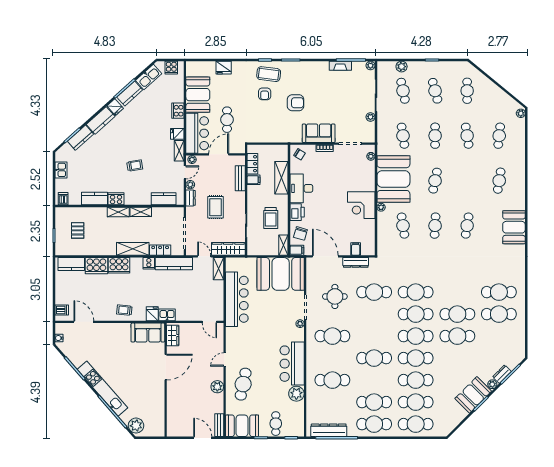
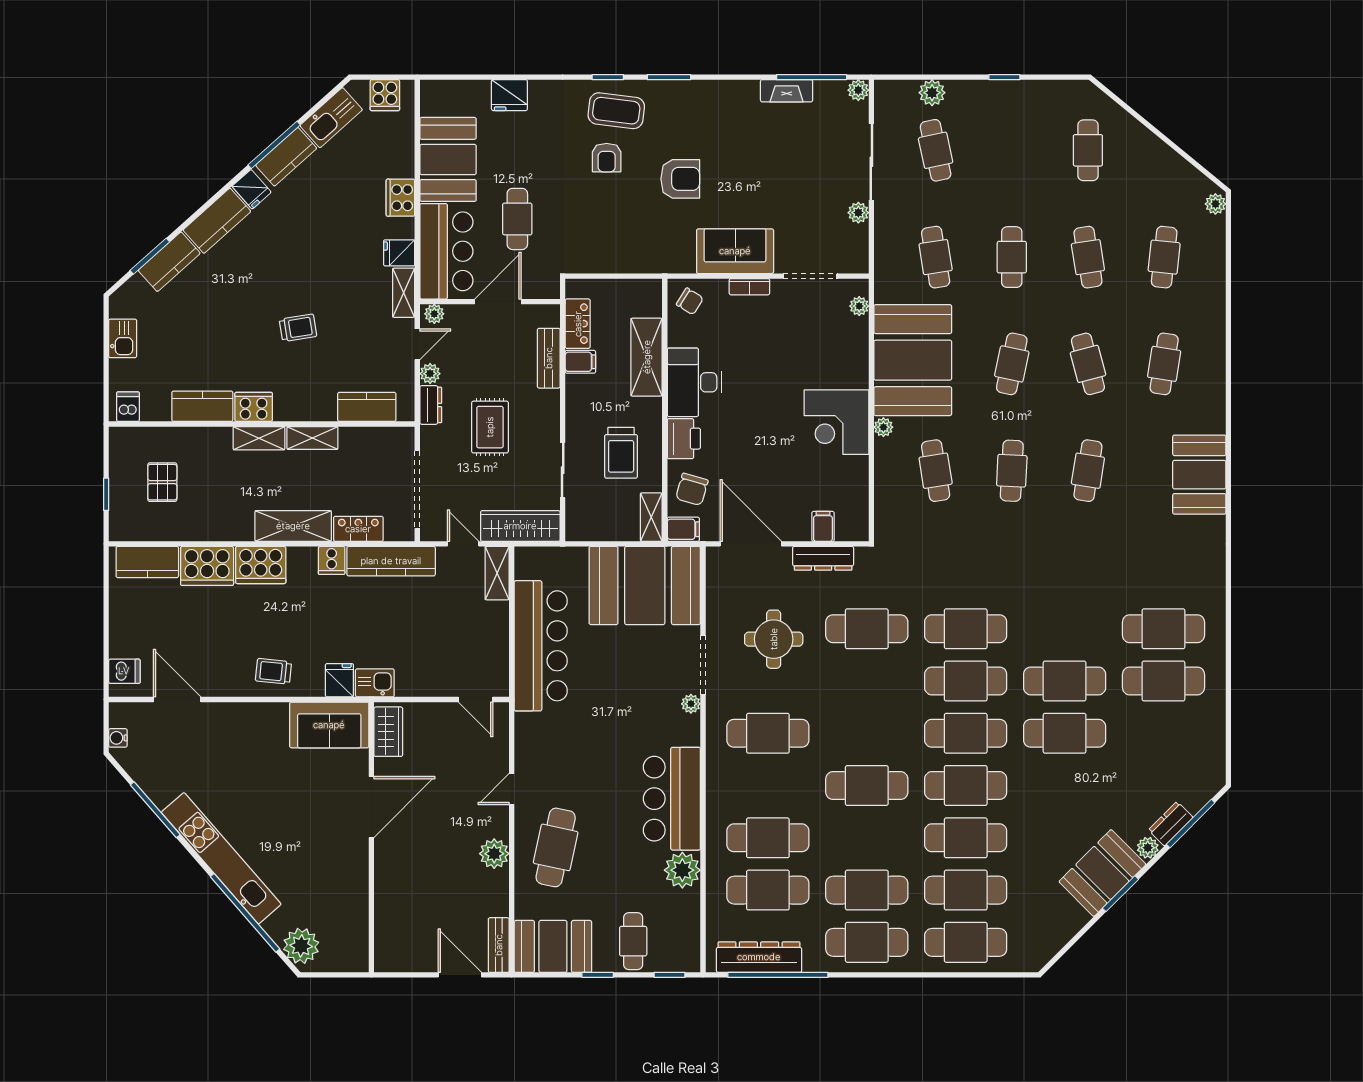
cafe table: (435, 91) -> (1088, 364), moved
cafe table: (332, 402) -> (768, 890), added

